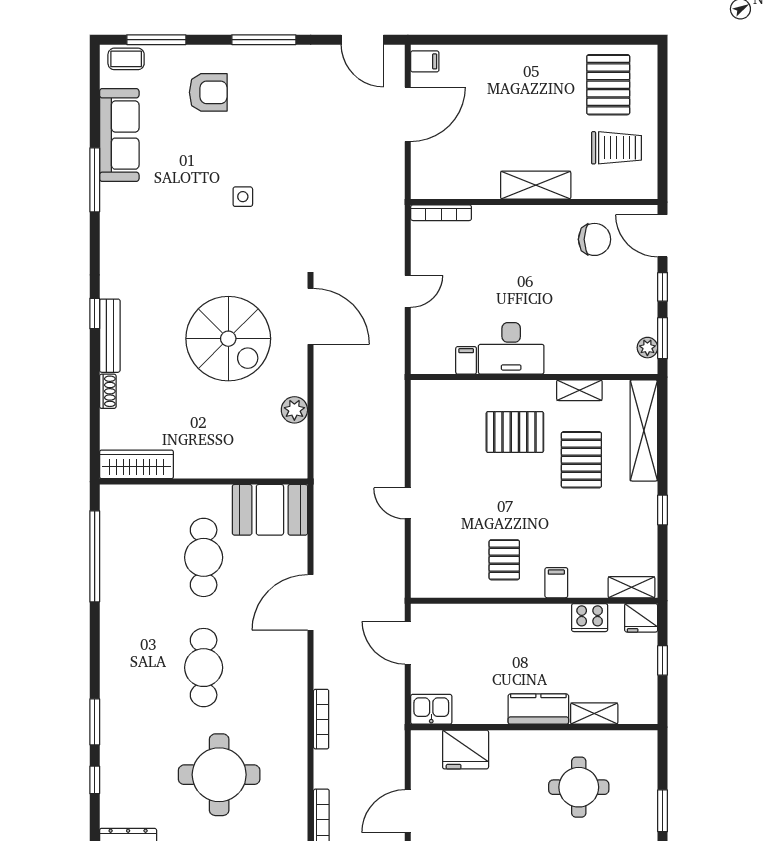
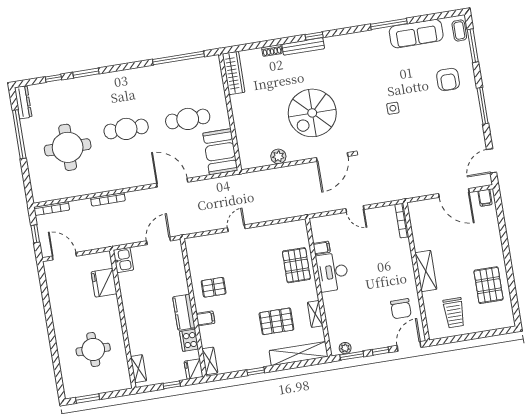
pallet: (608, 85) -> (488, 285), moved, turned 90
pallet: (515, 432) -> (296, 265), moved
kitchen counter: (538, 709) -> (184, 312), moved, turned 180
shelving: (594, 714) -> (139, 369), moved

